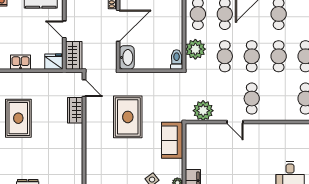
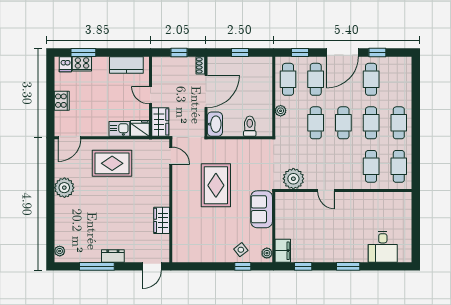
plant: (195, 49) -> (281, 111), width x0.53, depth x0.53
toilet: (177, 59) -> (250, 126), moved
kitchen sink: (21, 62) -> (119, 129), moved
cafe table: (252, 99) -> (371, 166), moved
wardrobe: (75, 110) -> (162, 220), moved
rug: (18, 118) -> (112, 163), moved, turned 90

